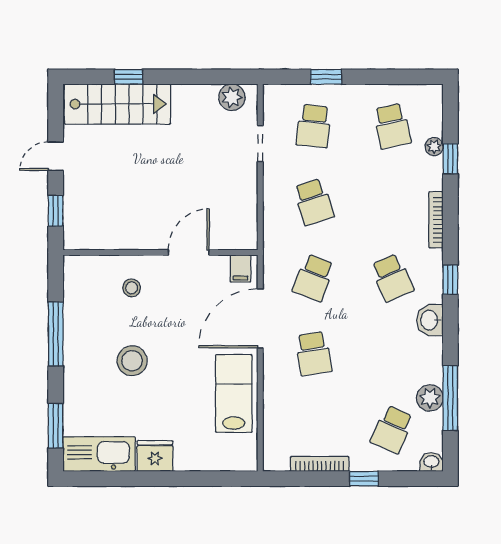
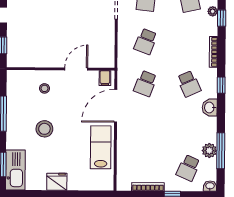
school desk: (314, 202) -> (146, 41), turned 39
school desk: (314, 354) -> (145, 126), removed
kitchen sink: (99, 454) -> (15, 170), moved, turned 90

